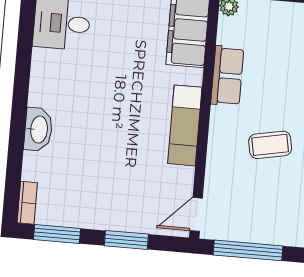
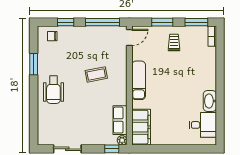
row of seats: (227, 76) -> (120, 120), moved
washbasin: (38, 129) -> (210, 101), moved
trolley: (106, 196) -> (174, 42), added

